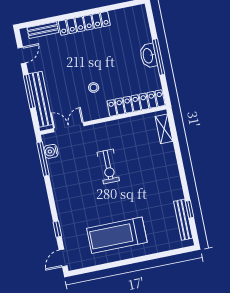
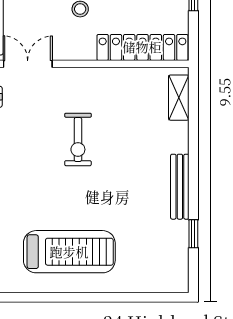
bench: (183, 220) -> (180, 187), moved
treadmill: (117, 235) -> (69, 252), turned 180

